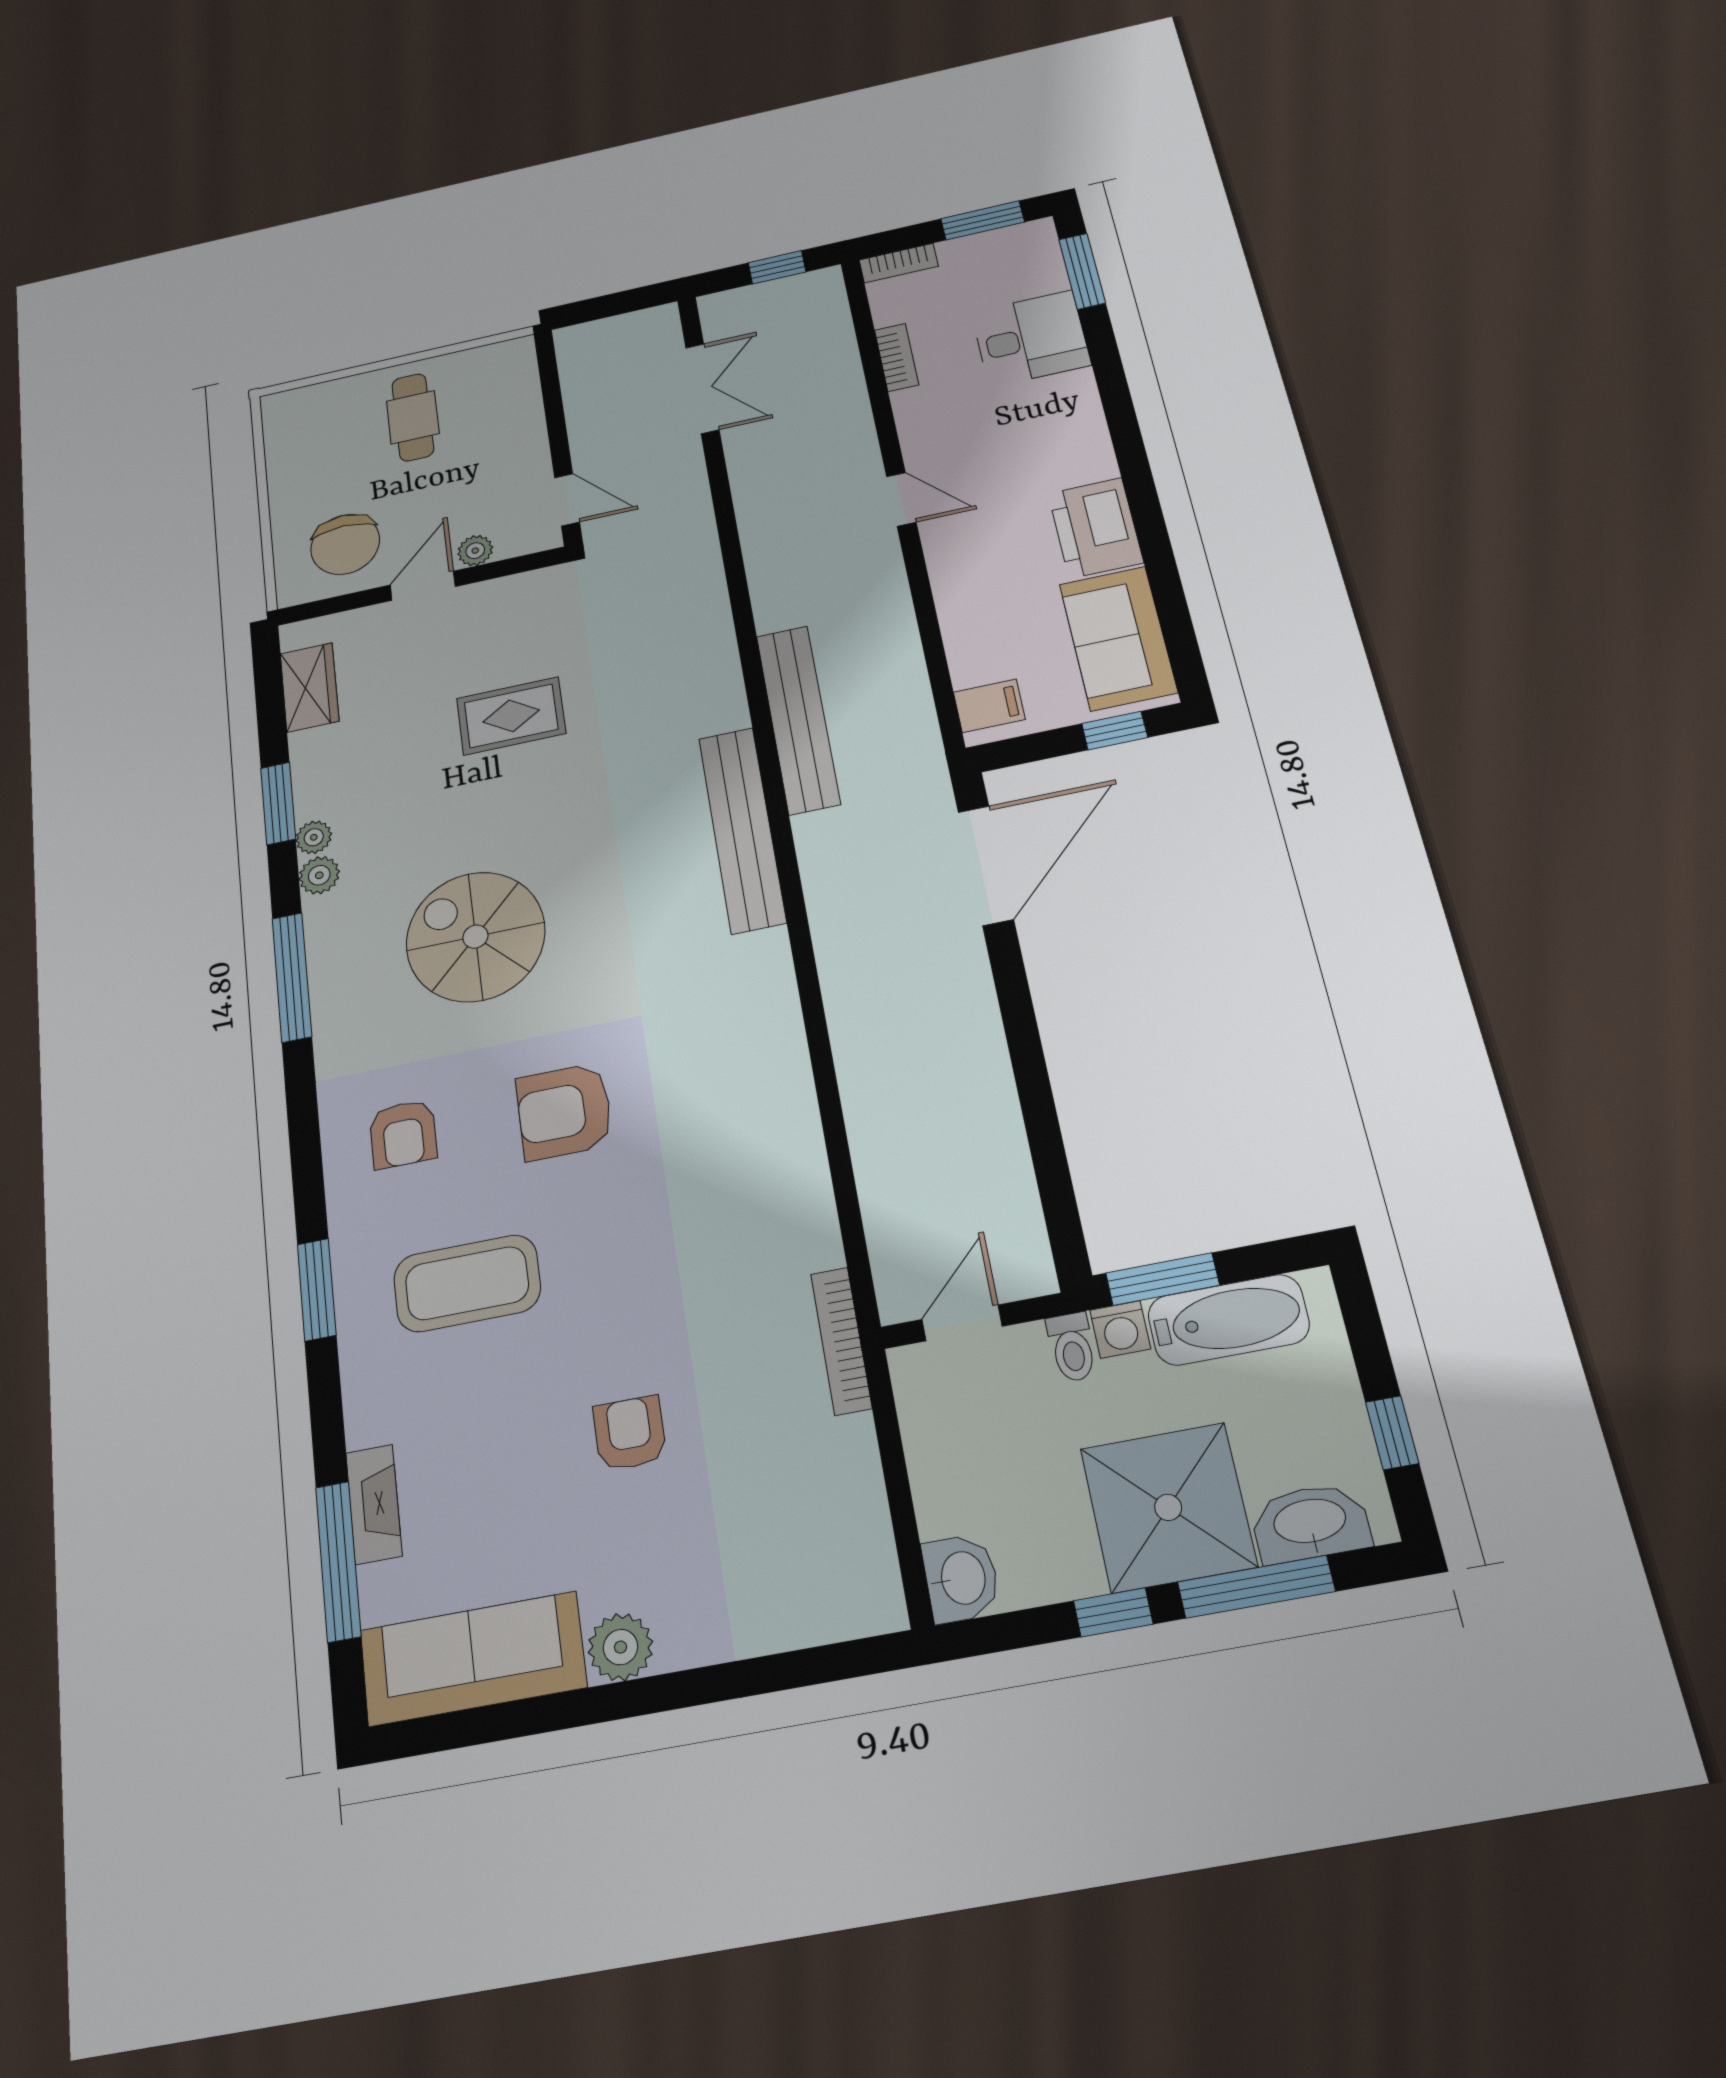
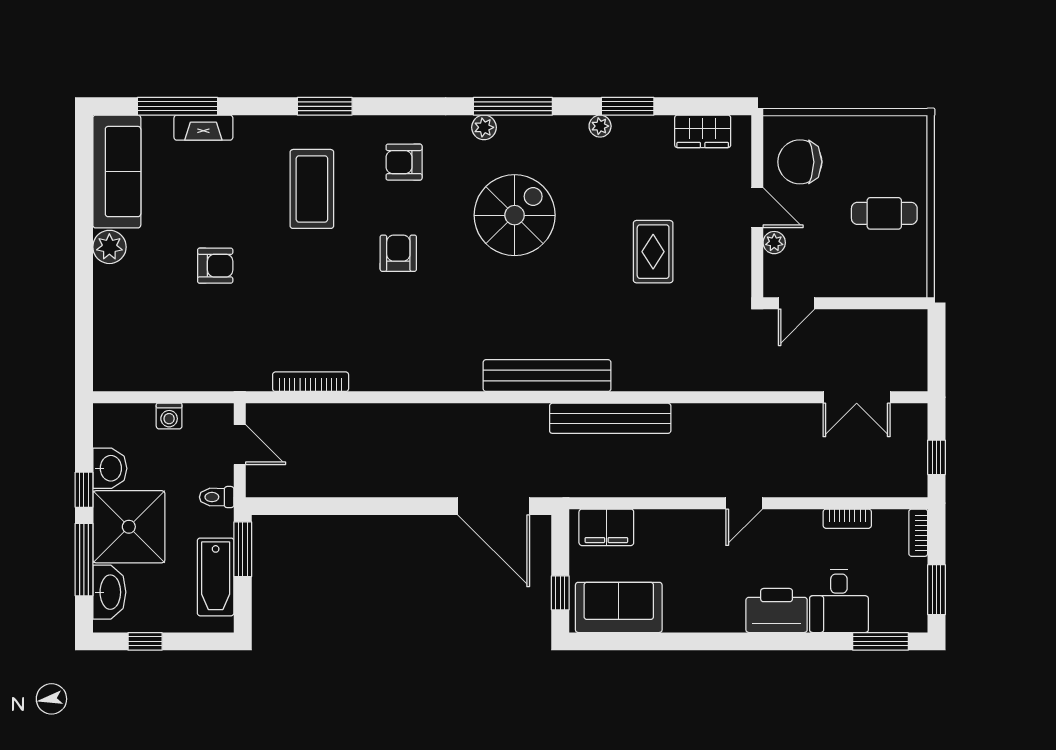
printer: (1096, 528) -> (777, 610), moved
filing cabinet: (989, 706) -> (606, 527), width x2.00
plant: (319, 875) -> (484, 127), moved
armchair: (564, 1111) -> (398, 253), width x0.72, depth x0.72
washing machine: (1120, 1329) -> (169, 416), moved, turned -90
bookcase: (841, 1341) -> (311, 382), moved
washbasin: (961, 1578) -> (110, 468), moved, turned -90

